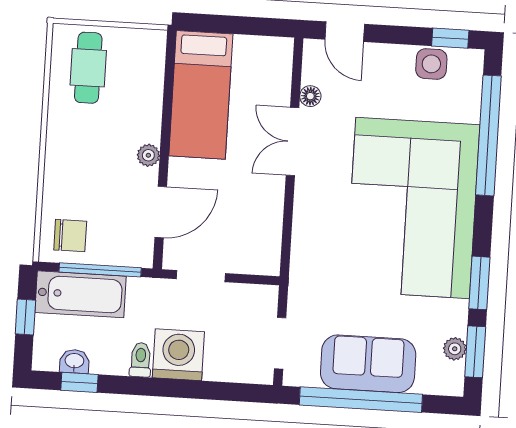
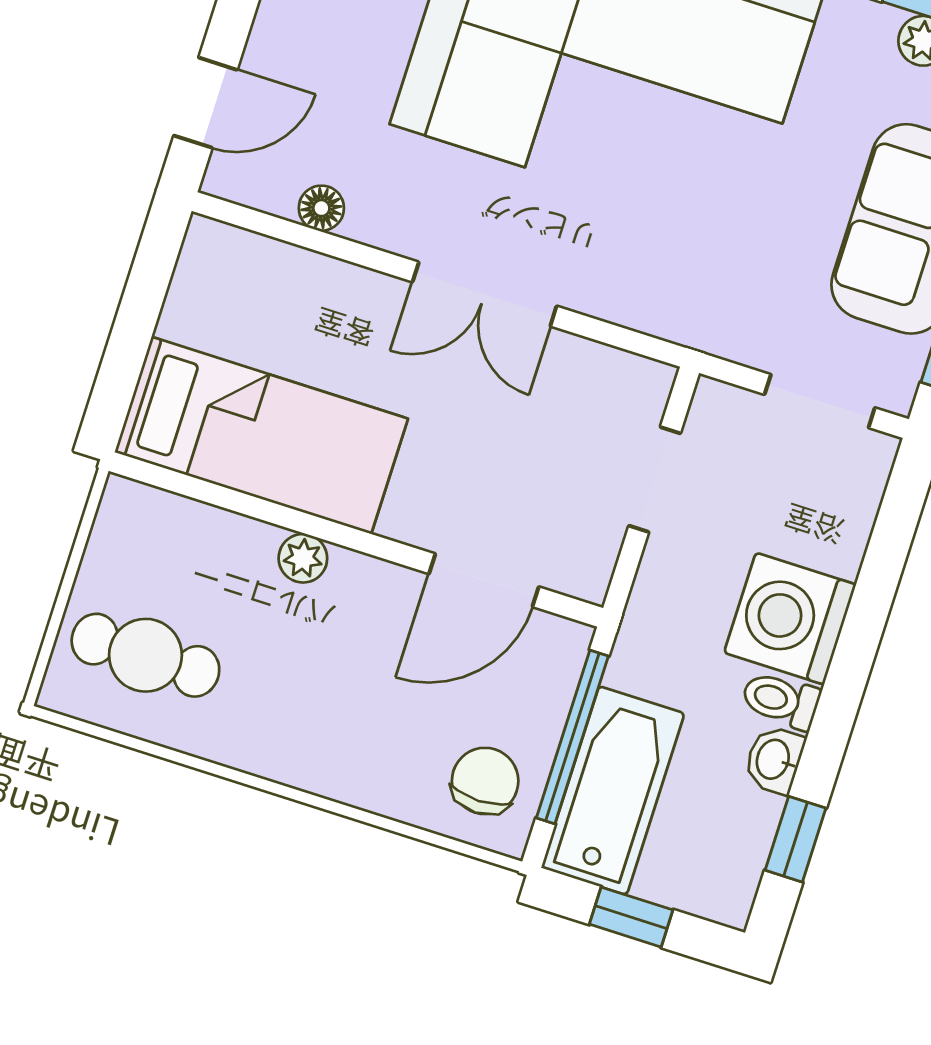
double door: (292, 141) -> (485, 294), moved
plant: (148, 155) -> (303, 558), moved
door: (161, 212) -> (484, 580), swing flipped
doorway: (201, 276) -> (655, 480), moved
washbasin: (74, 361) -> (774, 760), moved

